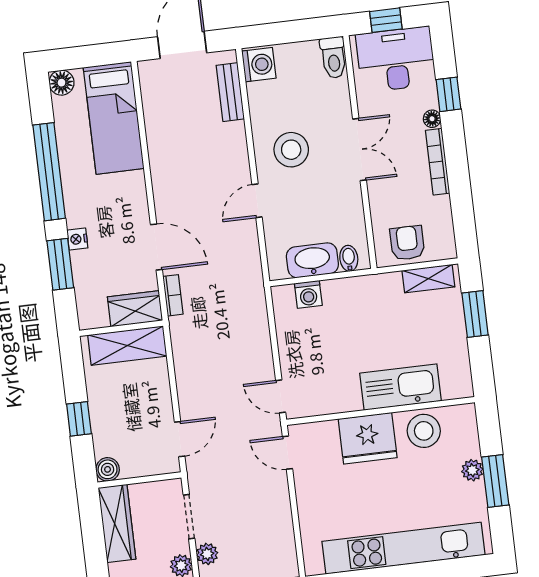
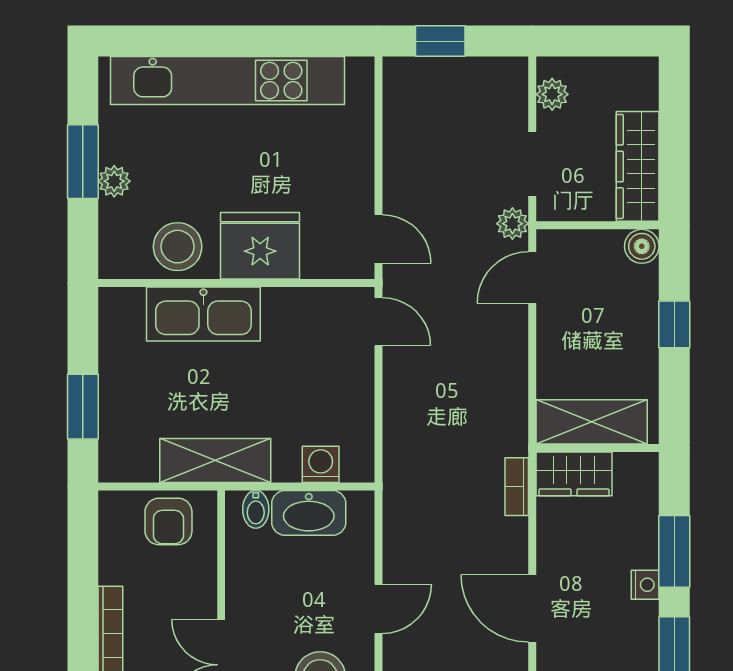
door: (156, 247) -> (532, 608), moved
shelving: (428, 279) -> (215, 460), moved, width x1.50, depth x1.33
plant: (207, 554) -> (512, 224), moved

